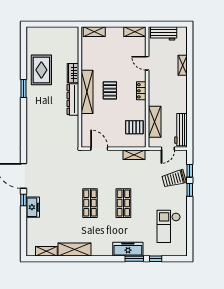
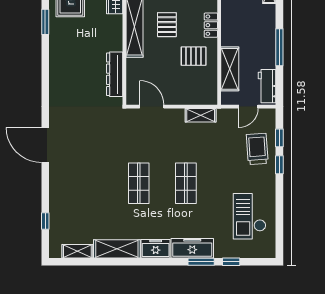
dresser: (73, 99) -> (115, 74), moved
window: (190, 107) -> (279, 47), added
pallet: (134, 127) -> (194, 56), moved
workbench: (181, 130) -> (267, 86), width x0.73
trolley: (174, 179) -> (257, 149), turned 101
window: (24, 200) -> (45, 221), moved
freezer: (33, 207) -> (156, 249), moved, turned -90

